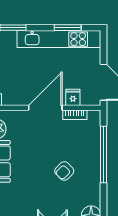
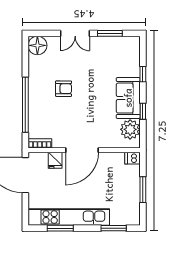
bookcase: (75, 115) -> (40, 143), moved
armchair: (64, 171) -> (64, 89), turned 45

